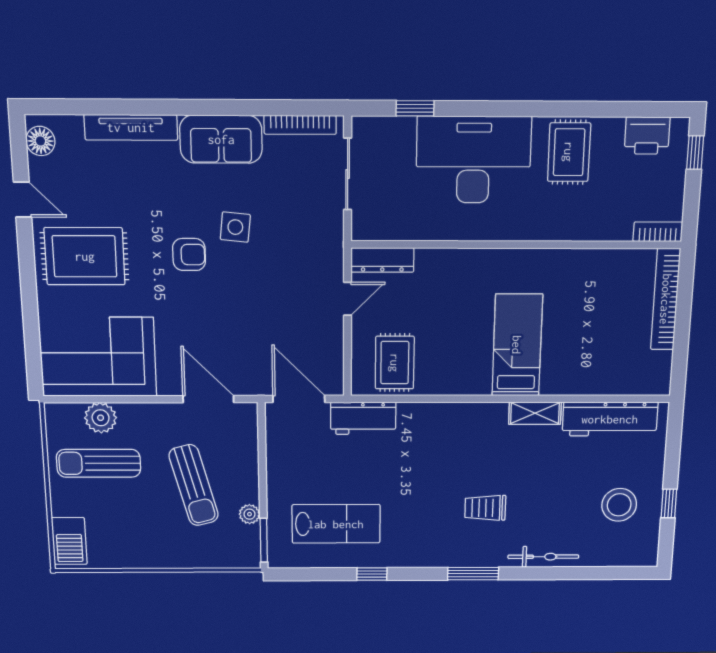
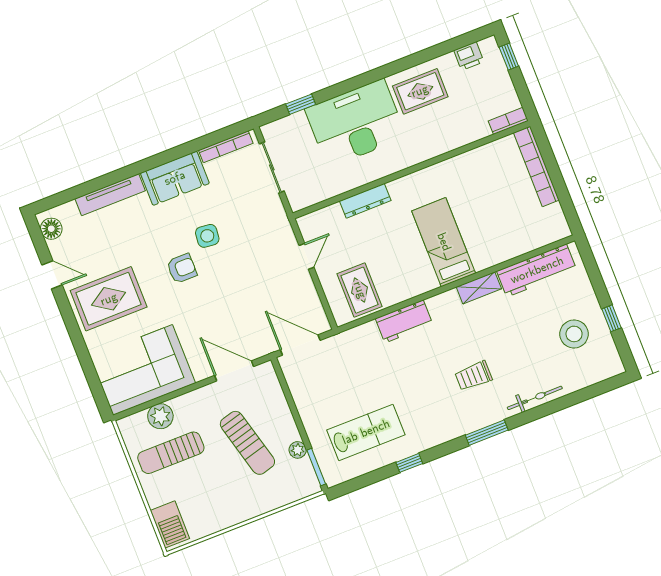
printer: (647, 136) -> (469, 56), width x0.73, depth x0.81
rug: (569, 152) -> (420, 91), turned 90
dresser: (382, 260) -> (365, 201), moved
workbench: (363, 418) -> (404, 321), moved

